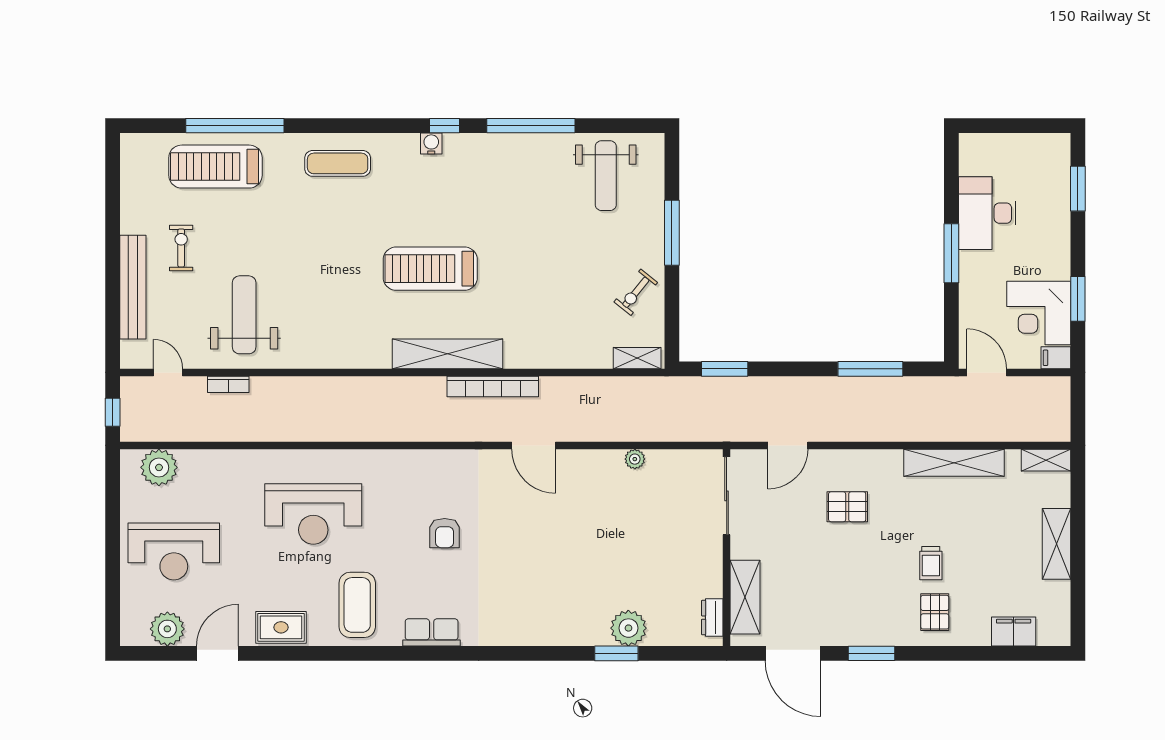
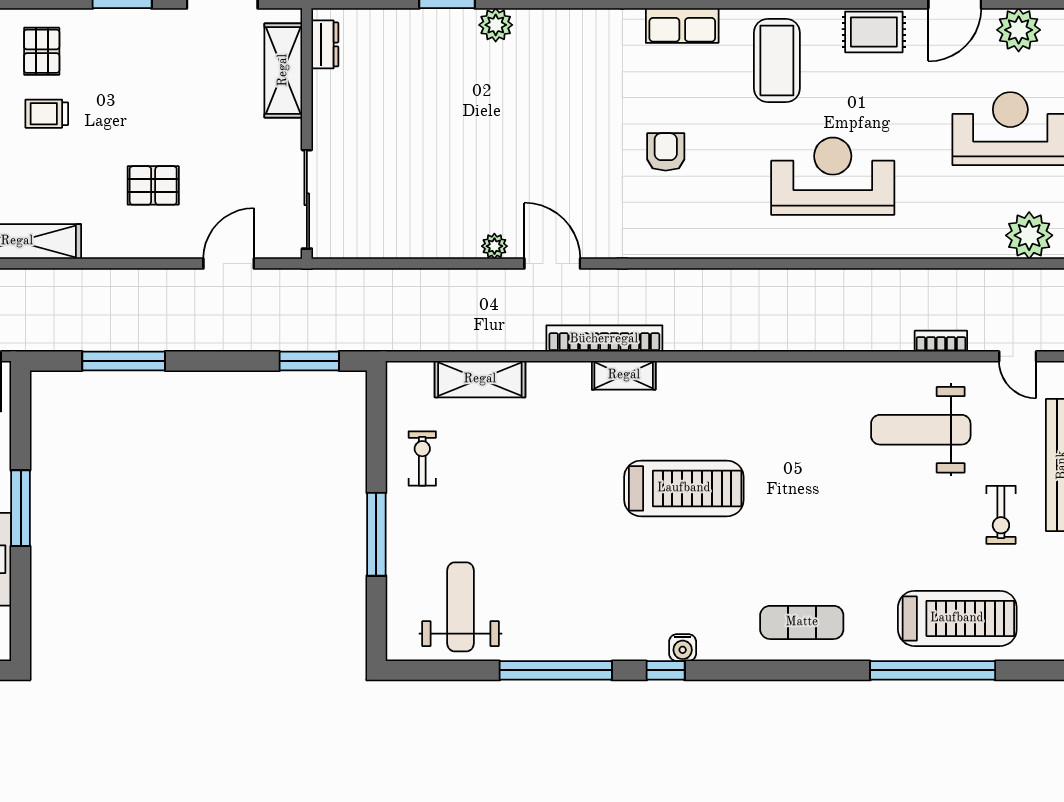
exercise bike: (636, 292) -> (422, 458), turned -39
weight bench: (244, 315) -> (921, 430), turned 90
shelving: (448, 354) -> (624, 375), width x0.45, depth x0.75
shelving: (637, 358) -> (480, 379), moved, width x1.50, depth x1.33
plant: (635, 459) -> (494, 246), moved
trolley: (931, 563) -> (47, 114), turned -90
plant: (628, 628) -> (496, 25), moved, width x0.73, depth x0.73

